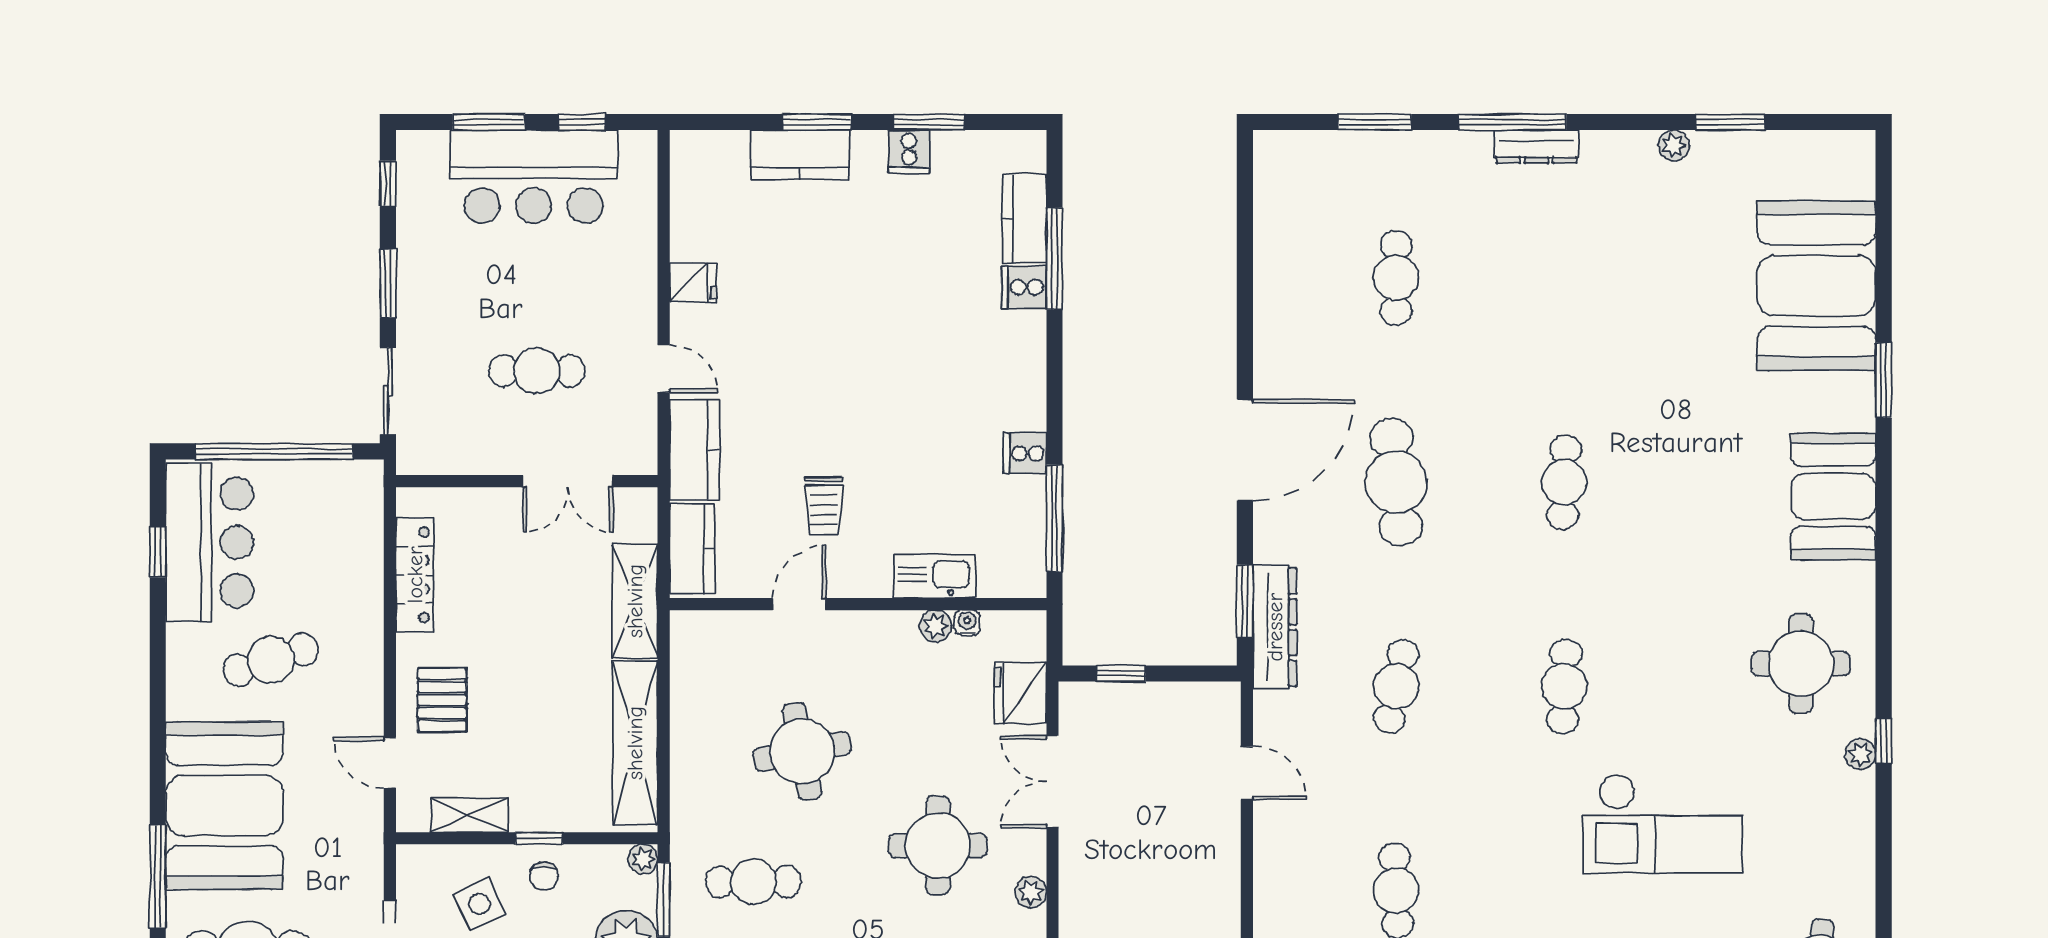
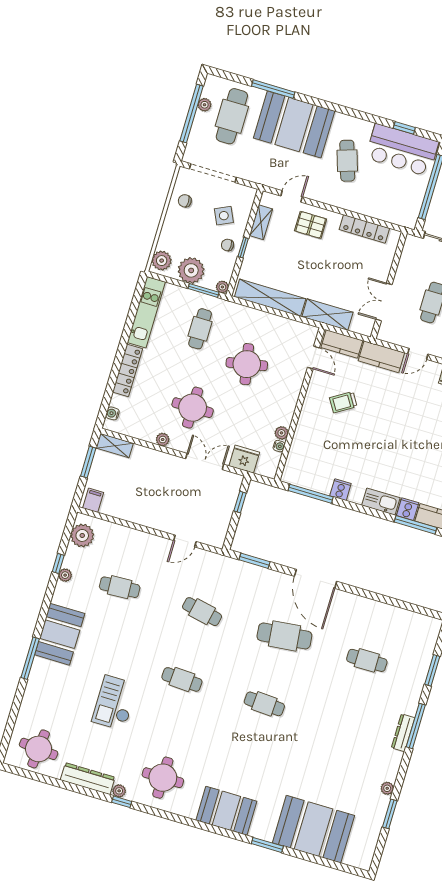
trolley: (824, 506) -> (343, 402), turned -32
kitchen sink: (934, 576) -> (381, 502), moved, turned -90
door: (799, 604) -> (313, 358), moved
dresser: (1275, 627) -> (88, 779), moved, turned 180
checkout: (1663, 824) -> (115, 703), width x0.73, depth x0.83

